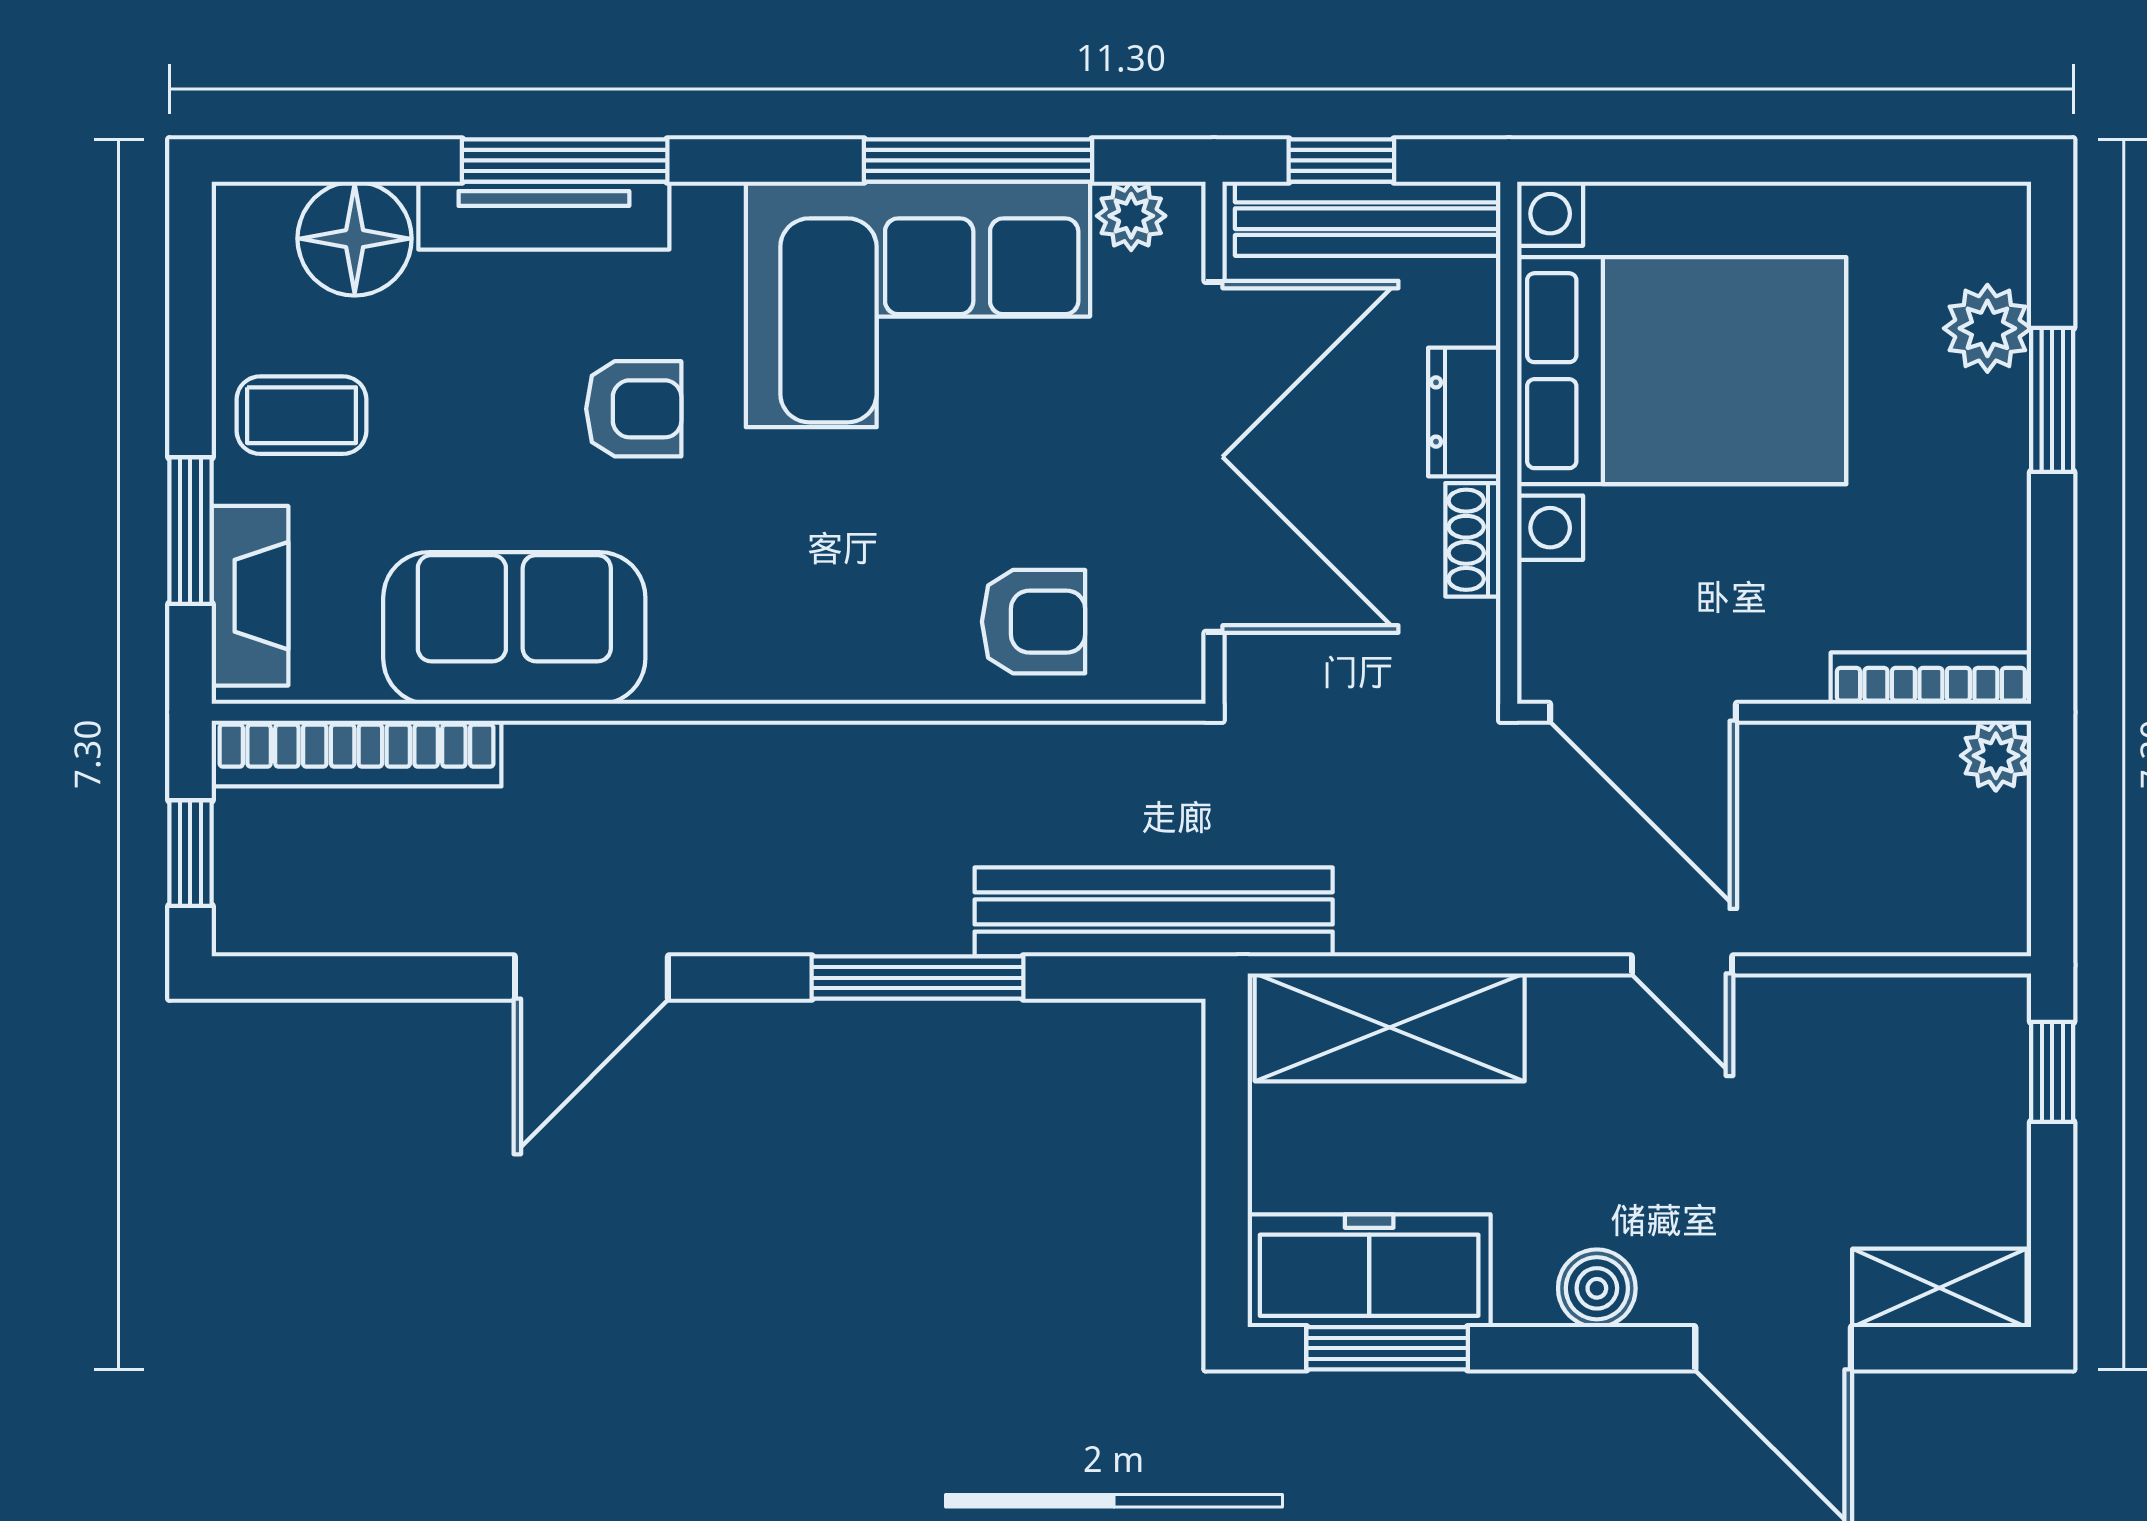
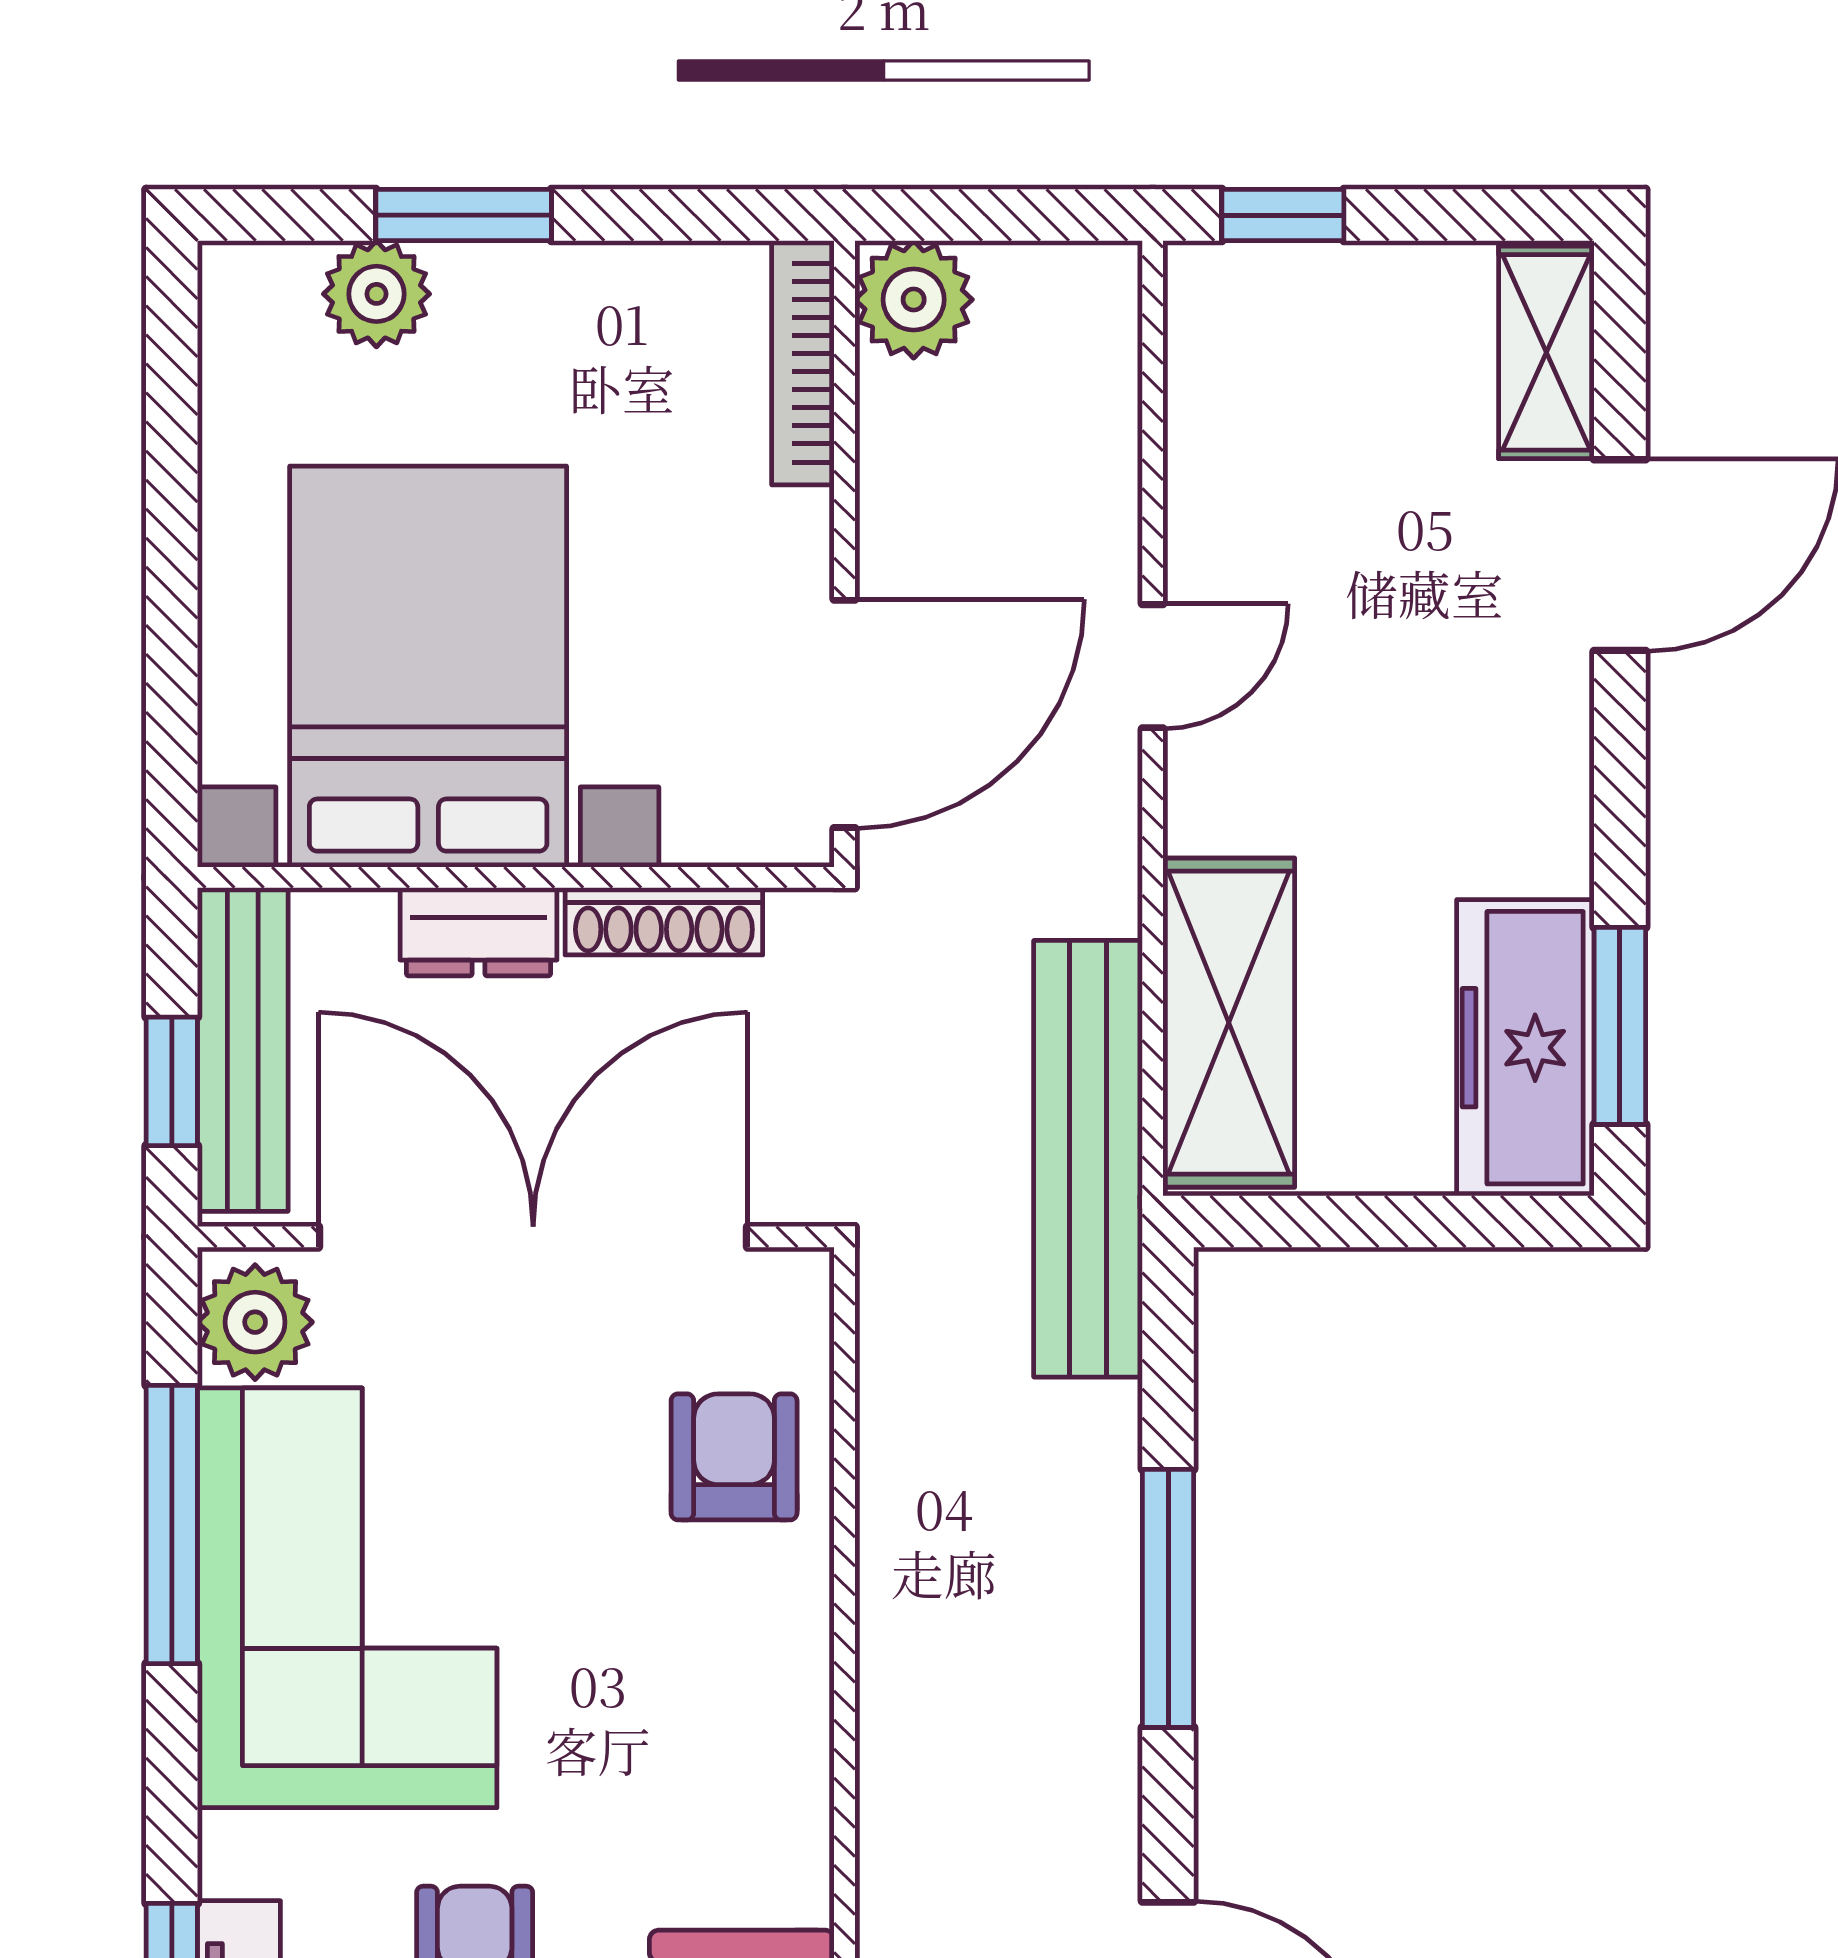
plant: (1131, 216) -> (255, 1322), width x1.38, depth x1.38
shoe rack: (1473, 540) -> (664, 921), width x1.43
plant: (1996, 756) -> (914, 300), width x1.38, depth x1.38
bench: (1154, 912) -> (1088, 1159), moved
boiler: (1597, 1288) -> (1547, 770), removed

